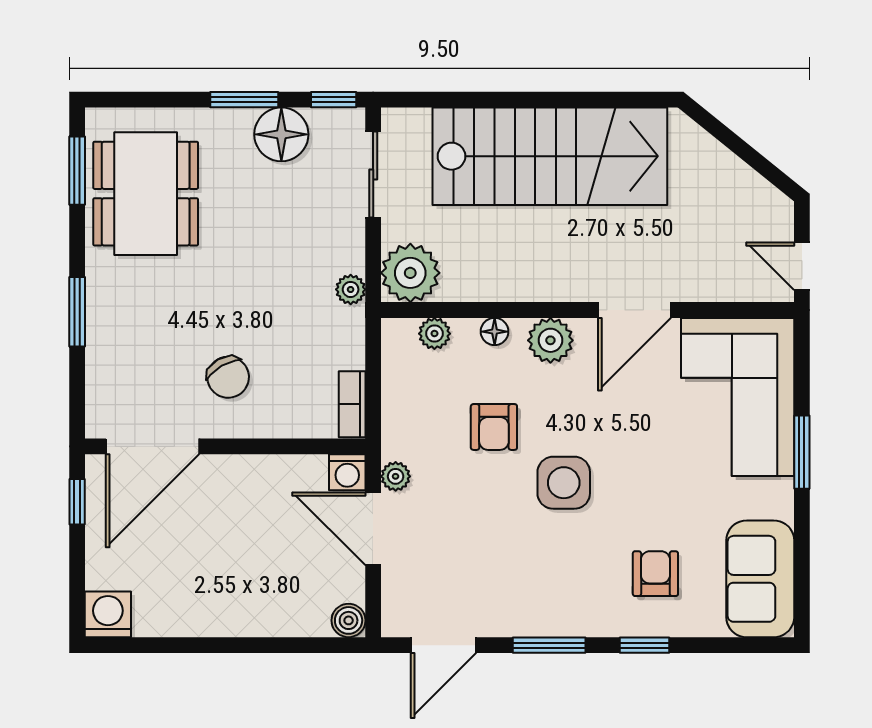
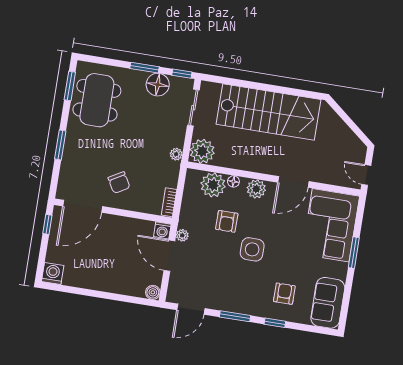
plant: (434, 334) -> (213, 185), width x1.88, depth x1.88

